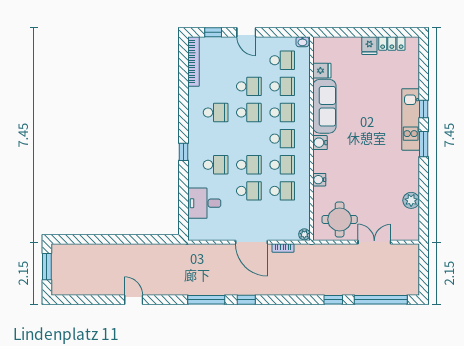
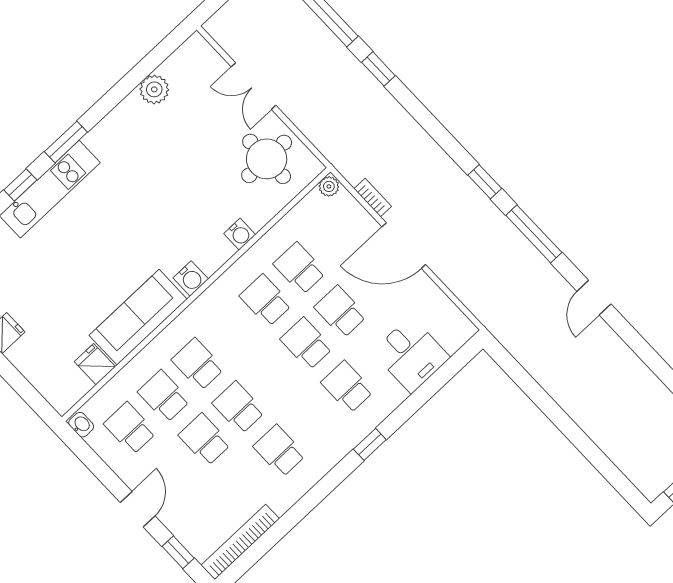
school desk: (282, 139) -> (232, 332), removed
door: (251, 242) -> (404, 246), swing flipped
door: (134, 300) -> (594, 298), moved

